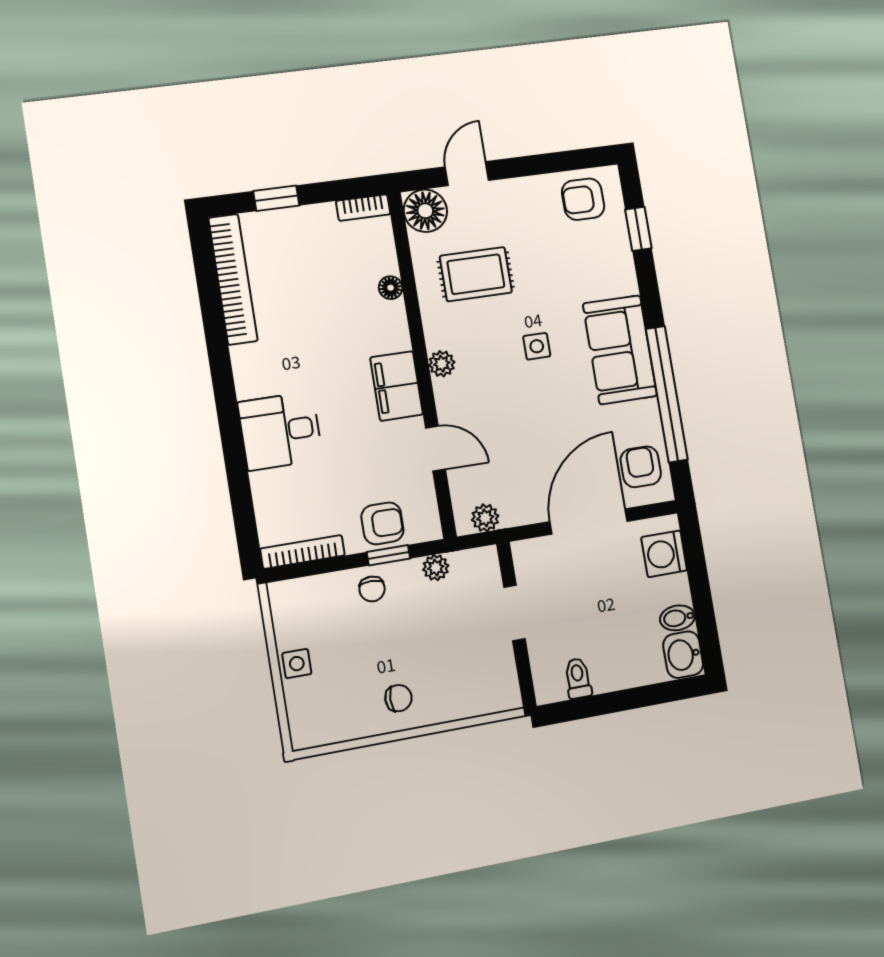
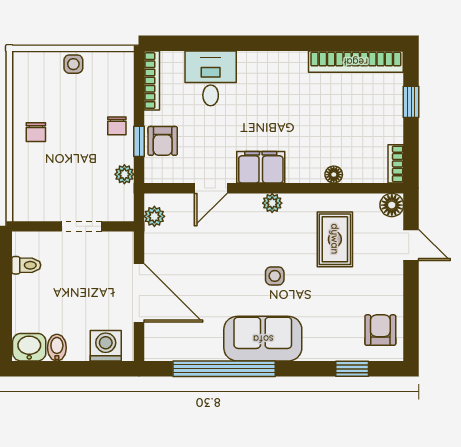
floor lamp: (425, 211) -> (392, 205), width x0.73, depth x0.73
desk: (280, 431) -> (211, 78), moved
armchair: (641, 467) -> (173, 339), removed
chair: (372, 589) -> (117, 126), turned -90

